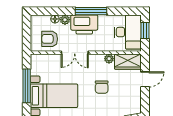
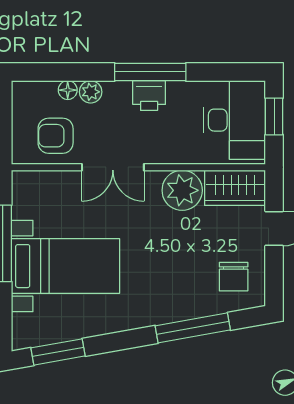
printer: (84, 24) -> (149, 96), width x0.53, depth x0.68
plant: (109, 59) -> (182, 190), width x1.88, depth x1.88
chair: (102, 87) -> (234, 277), moved

